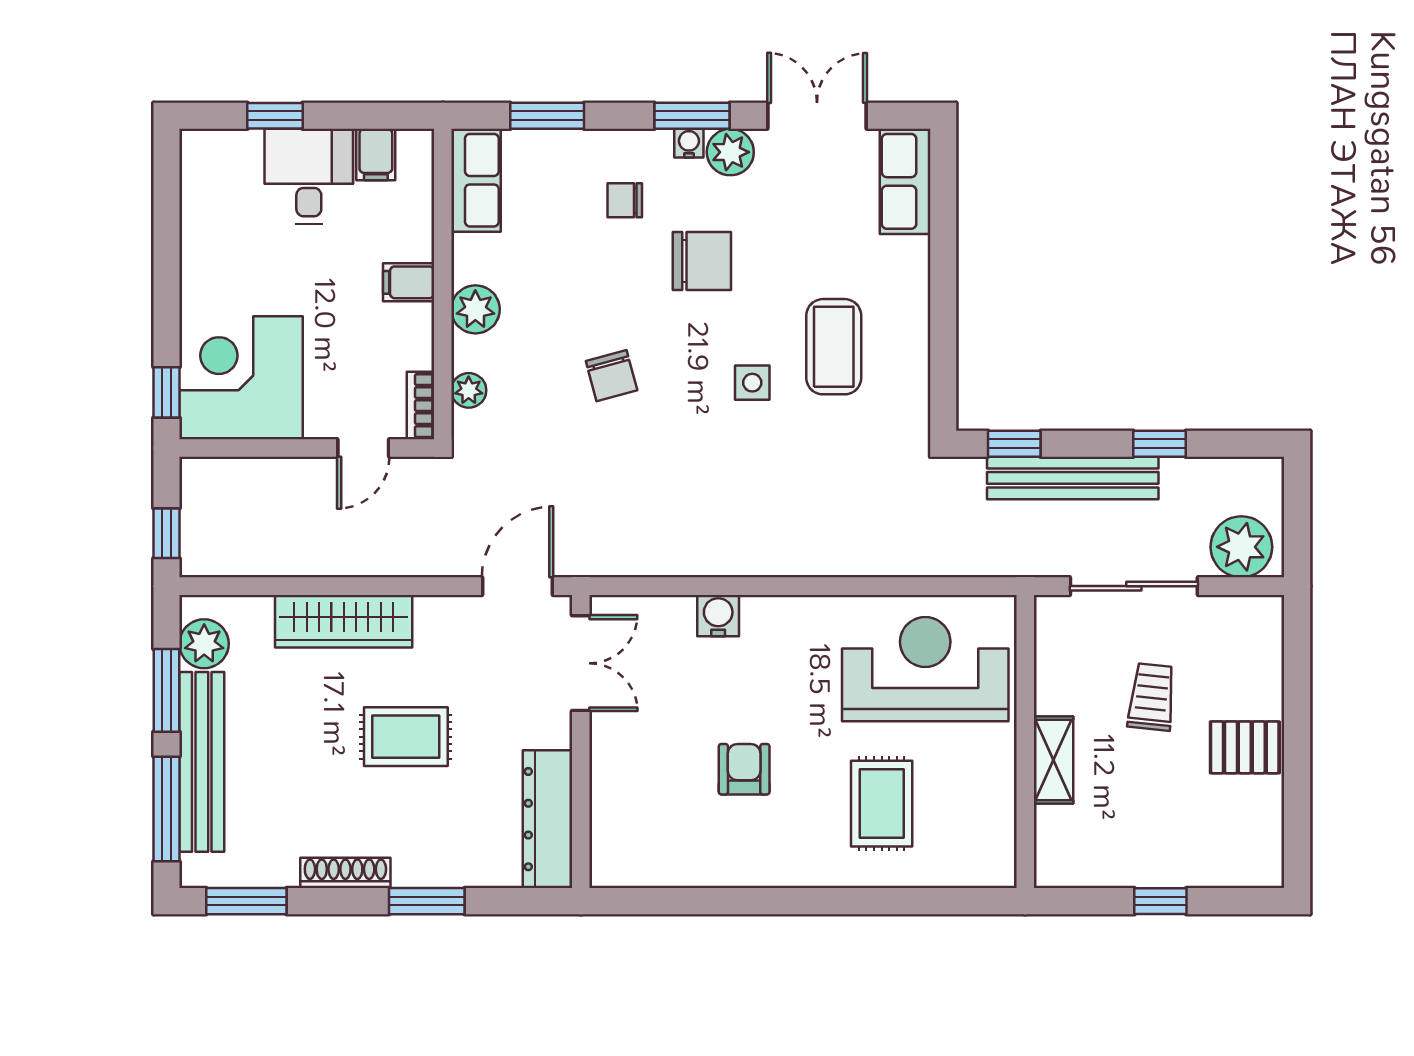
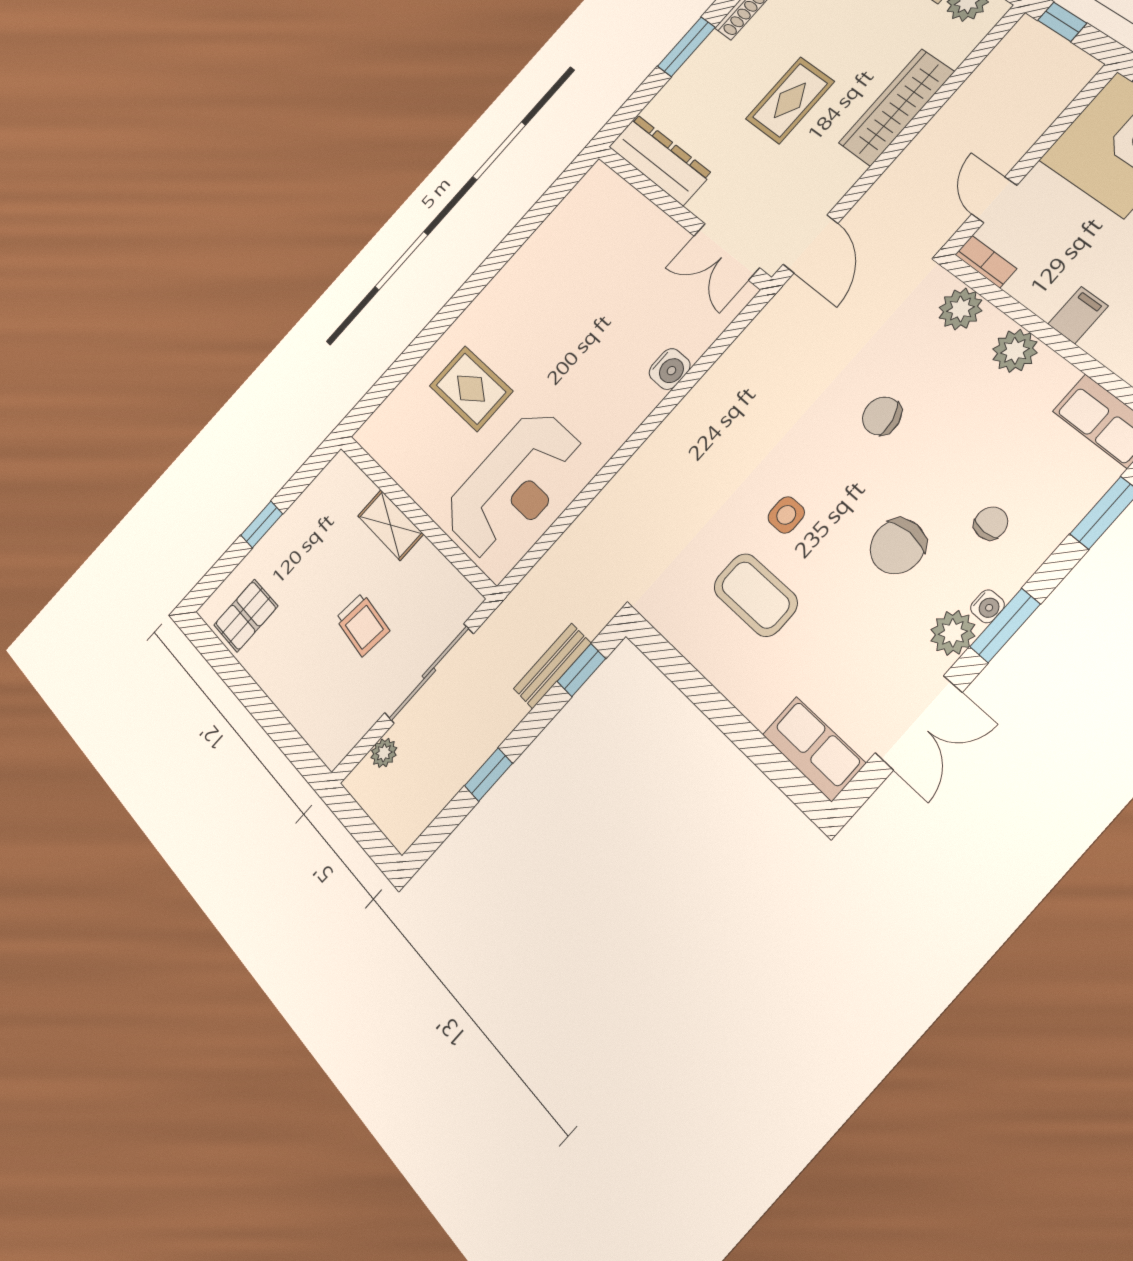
plant: (469, 390) -> (960, 309), width x1.38, depth x1.38
bench: (1073, 478) -> (552, 666), width x0.54, depth x0.82
plant: (1241, 547) -> (384, 753), width x0.53, depth x0.53
pallet: (1245, 747) -> (246, 616), moved
armchair: (744, 769) -> (570, 313), removed

